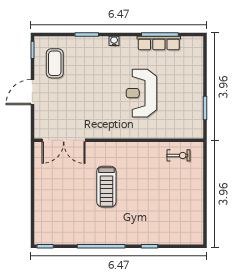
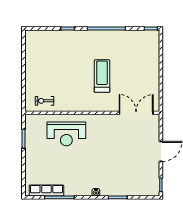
row of seats: (159, 43) -> (46, 190), moved
coffee table: (55, 63) -> (143, 174), removed
reception desk: (141, 93) -> (66, 134), moved, turned 90

